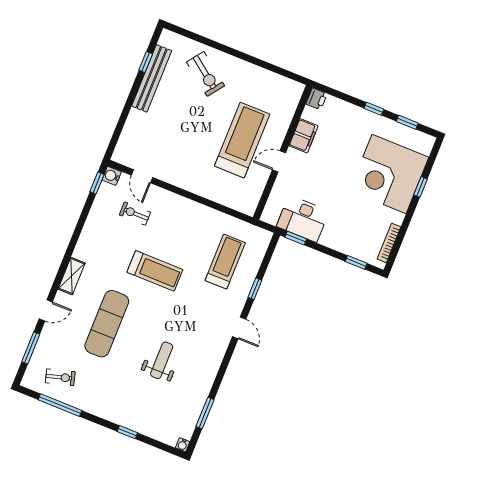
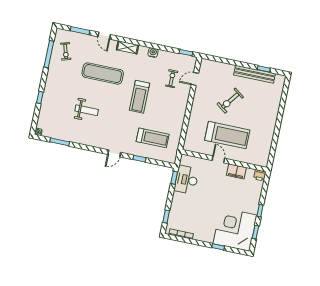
exercise bike: (206, 74) -> (230, 101), moved
corner desk: (389, 174) -> (235, 229), moved
water cooler: (112, 176) -> (153, 53), moved

